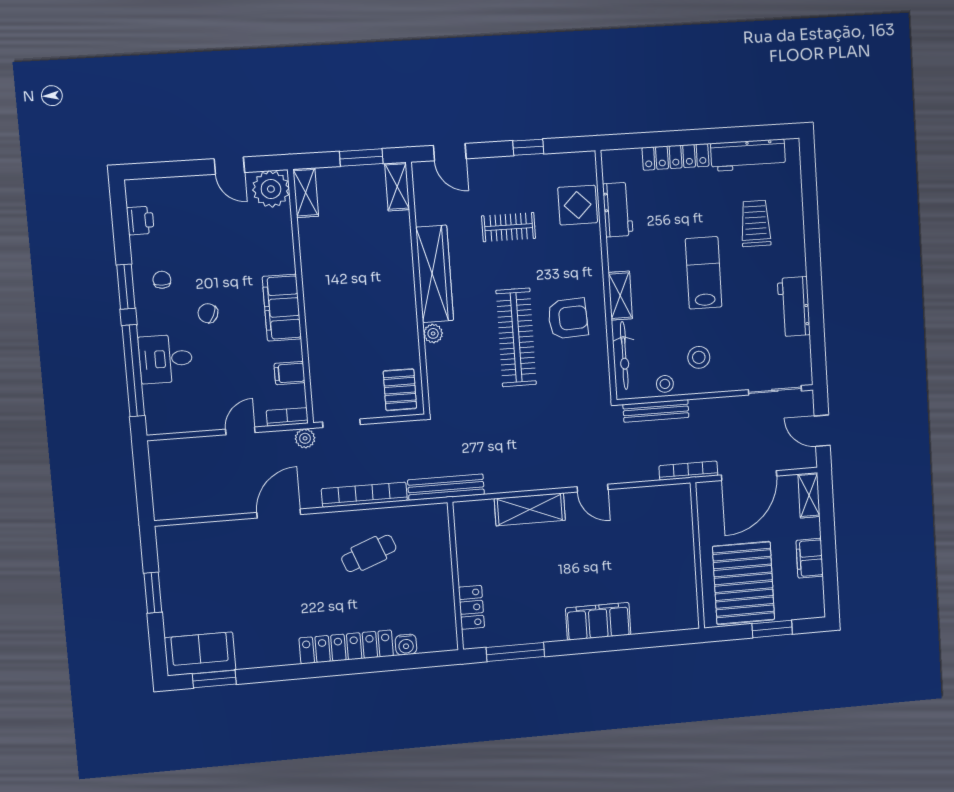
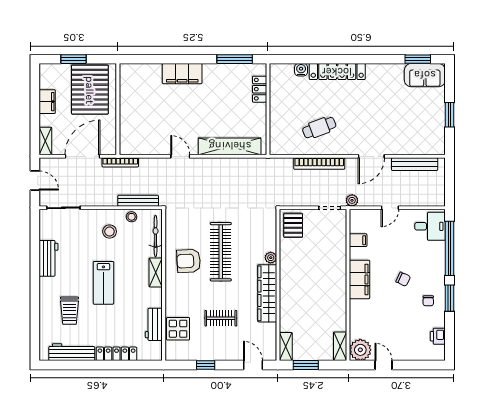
desk: (166, 359) -> (430, 226), moved
bookcase: (287, 417) -> (362, 214), removed
bench: (446, 487) -> (415, 164), moved
shelving: (530, 509) -> (230, 146), width x1.47

